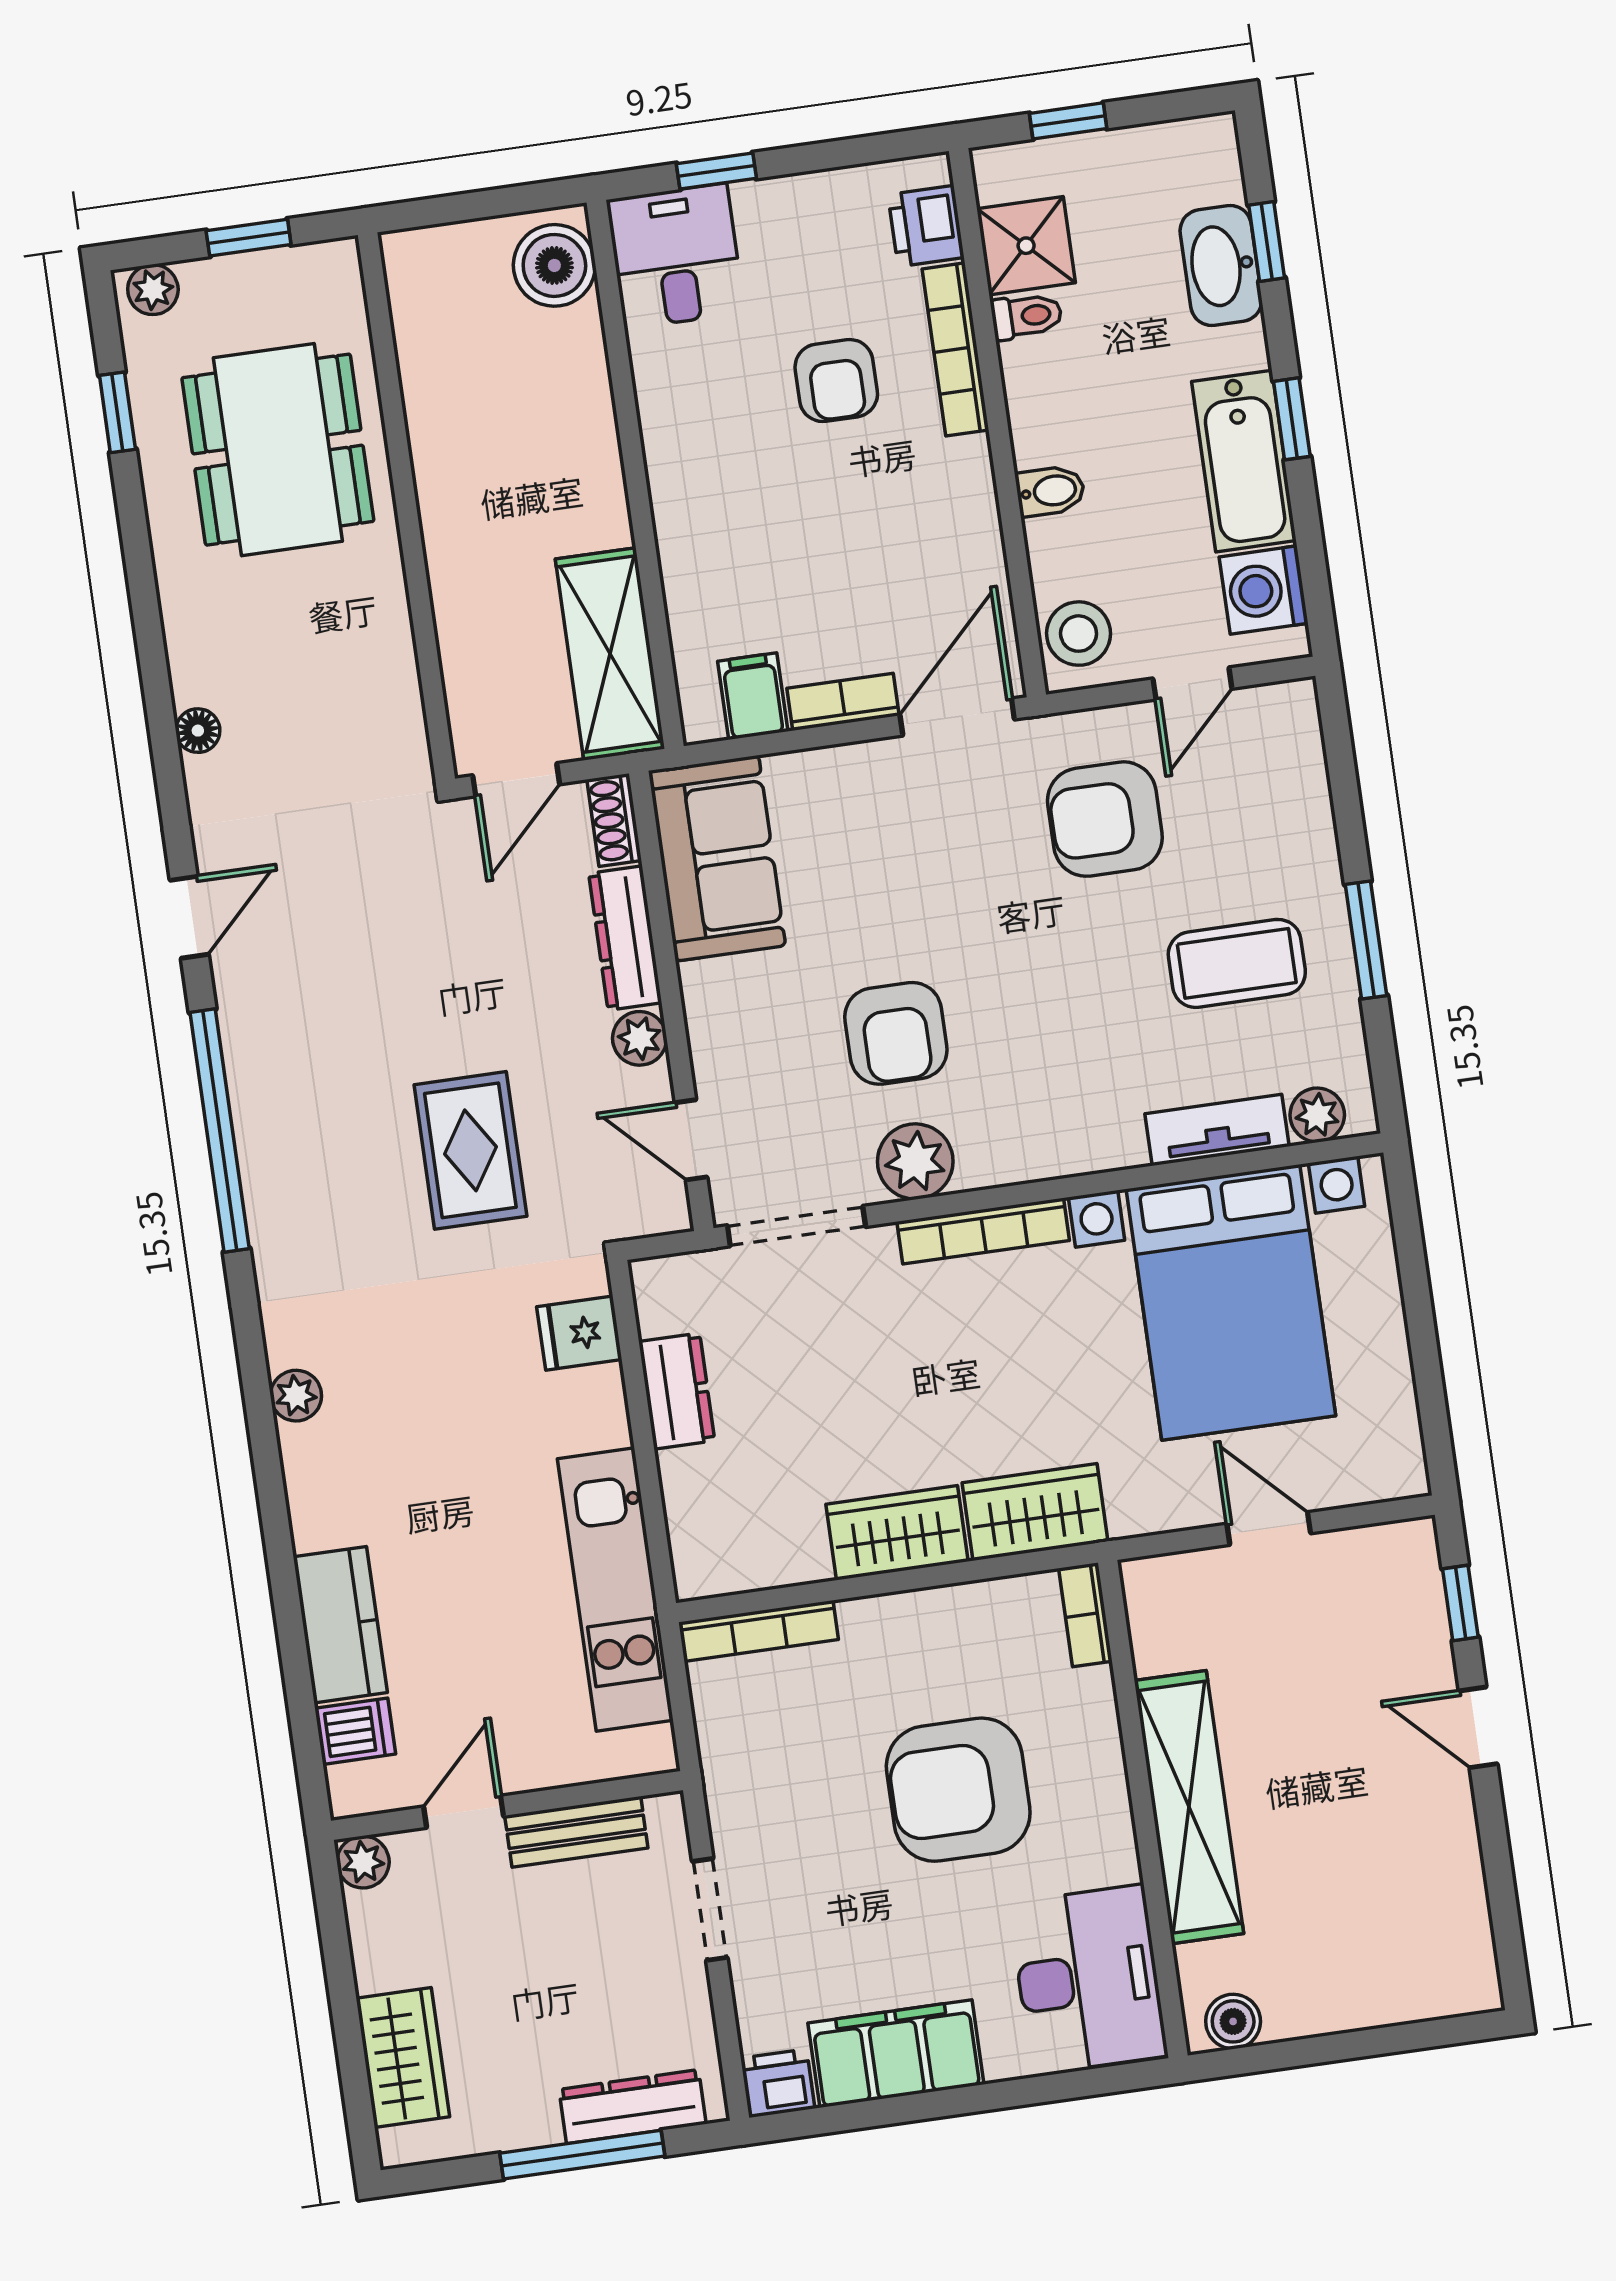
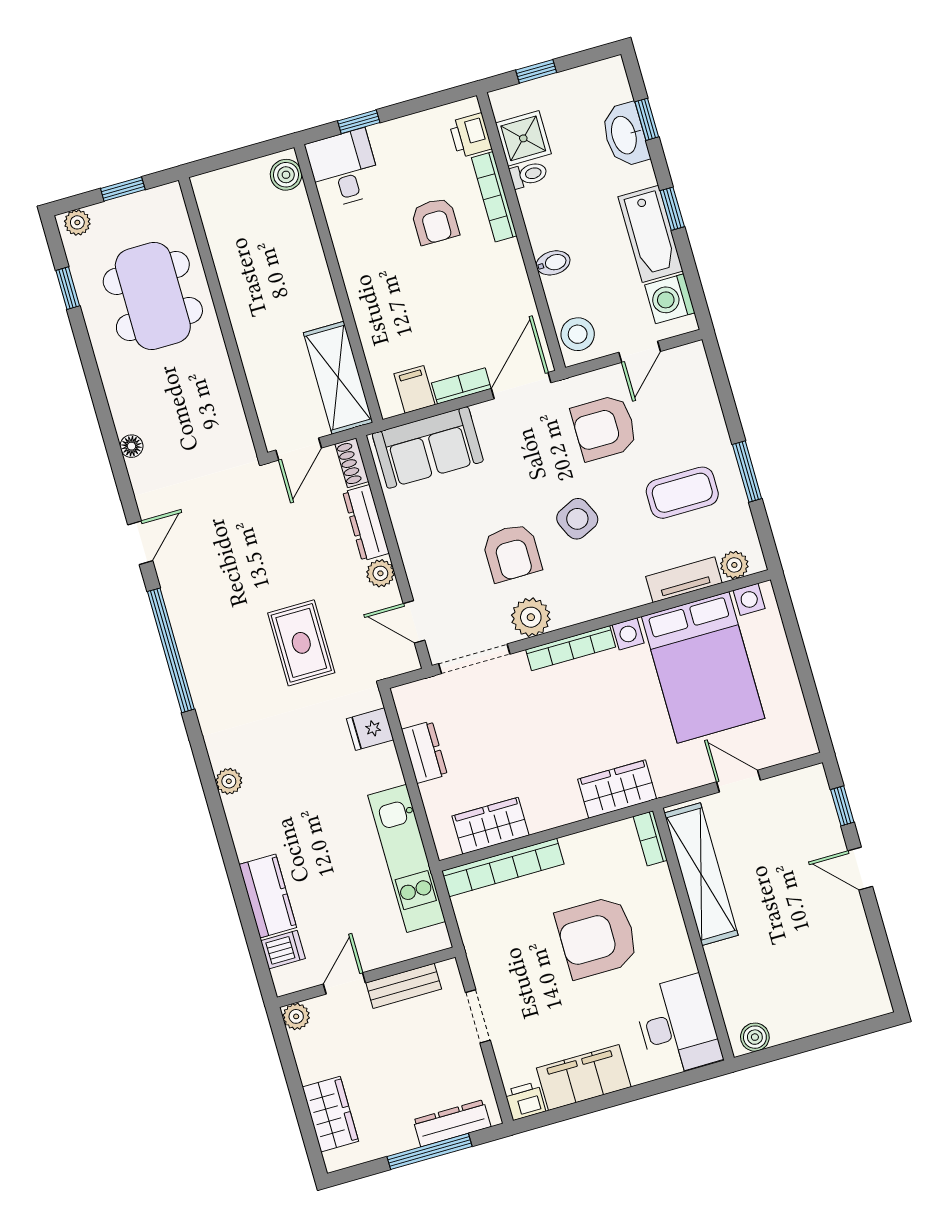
boiler: (554, 265) -> (286, 175), width x0.73, depth x0.73
sofa: (717, 858) -> (428, 447), moved, turned 90
side table: (1030, 986) -> (577, 519), added
wardrobe: (897, 1533) -> (491, 826), moved
bookcase: (759, 1631) -> (503, 868), width x1.48, depth x1.31
shelving: (1189, 1807) -> (701, 874), moved

